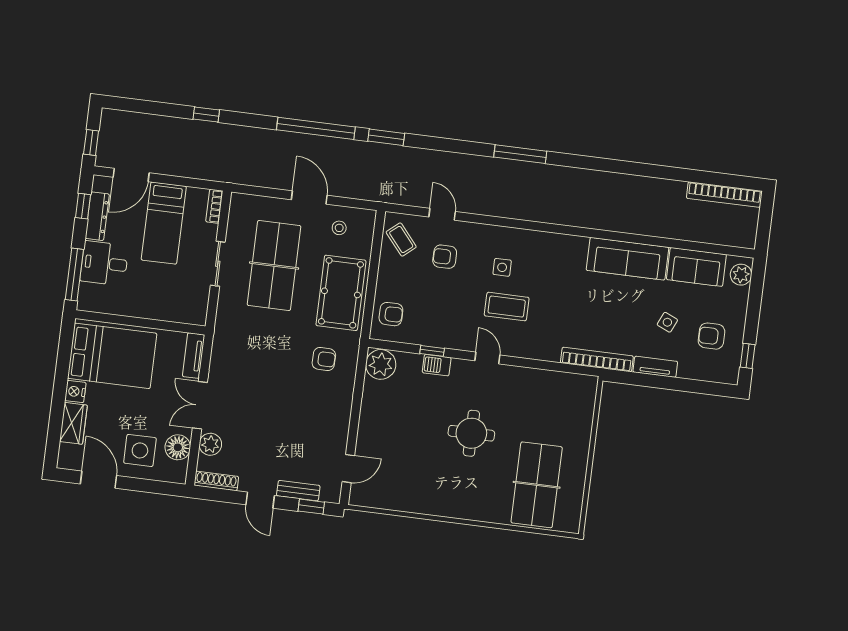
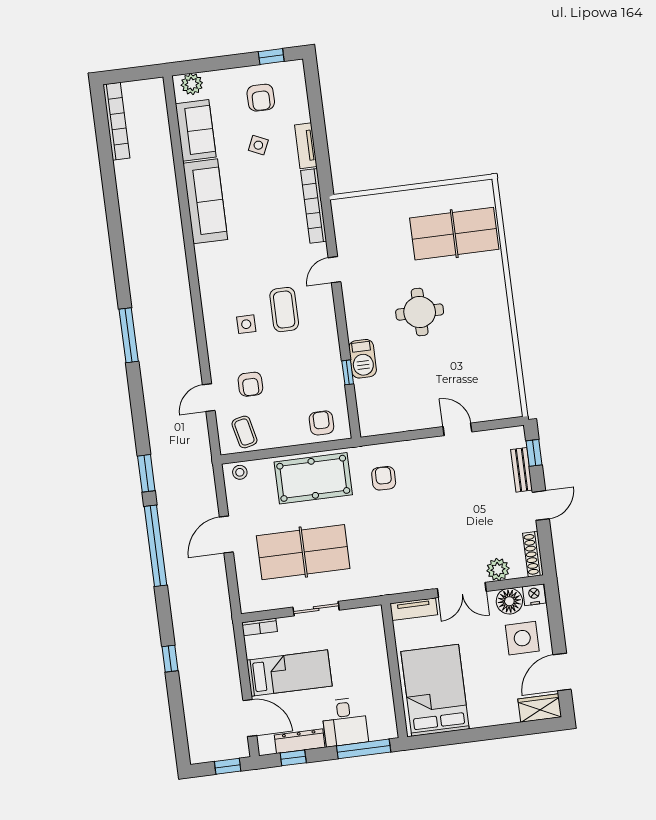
stool: (339, 228) -> (240, 472), moved
coffee table: (401, 240) -> (244, 432), turned -63
door: (487, 358) -> (334, 270), moved
plant: (381, 364) -> (374, 420), removed
barbecue: (437, 365) -> (363, 359), width x1.38, depth x1.27
nightstand: (75, 392) -> (534, 595), moved, turned 180
wardrobe: (73, 423) -> (540, 708), moved
door: (348, 469) -> (457, 429), moved

